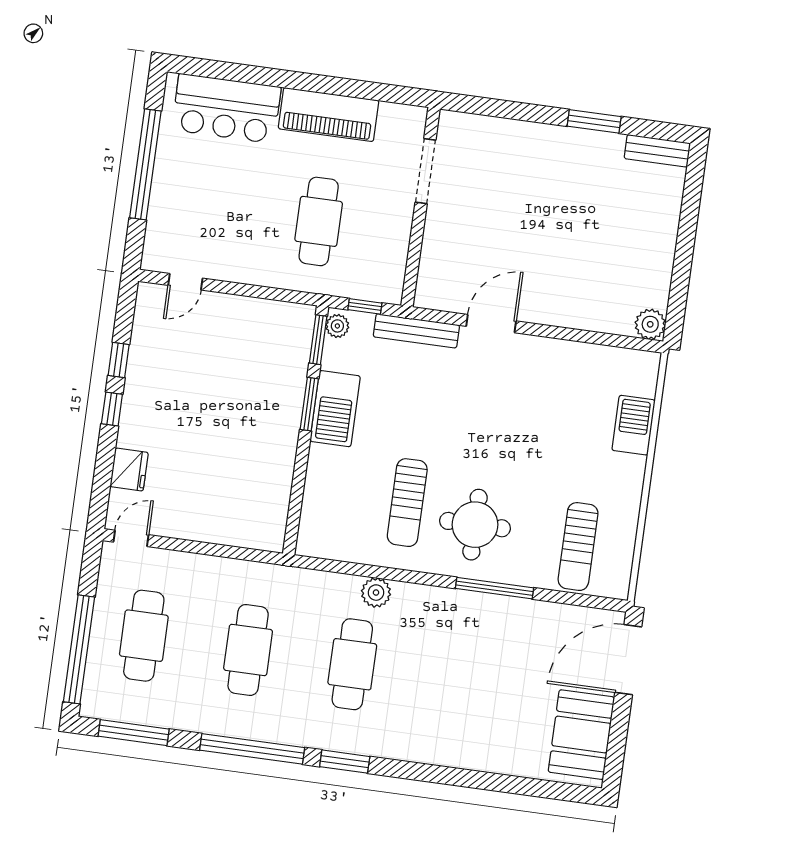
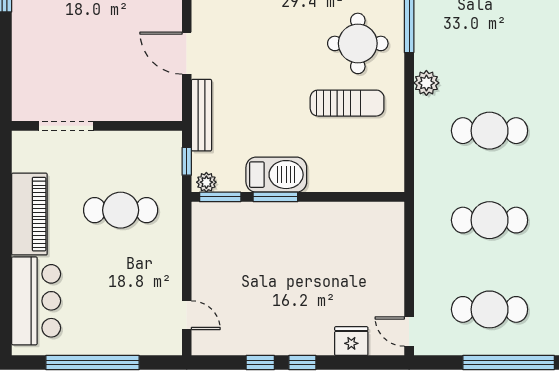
plant: (376, 593) -> (426, 83), moved

